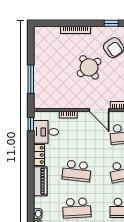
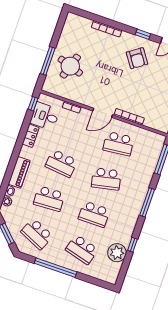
round table: (89, 67) -> (70, 66), moved, turned -37
door: (99, 110) -> (103, 113), hinge flipped
piano: (40, 181) -> (19, 172), moved

